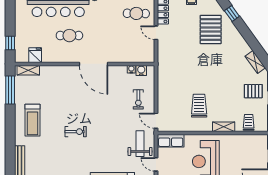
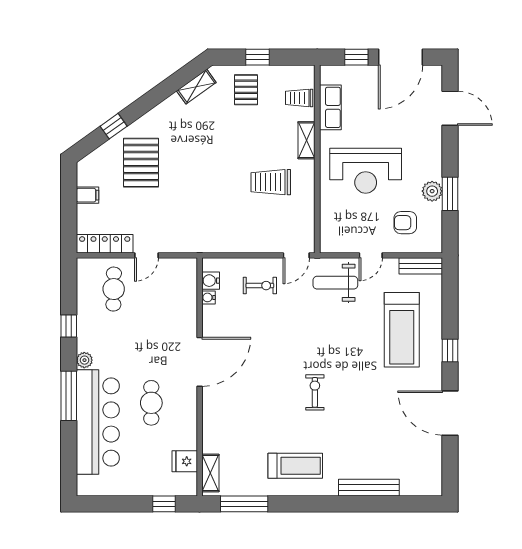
pallet: (211, 30) -> (141, 163), turned 90
row of seats: (171, 141) -> (330, 107), moved

